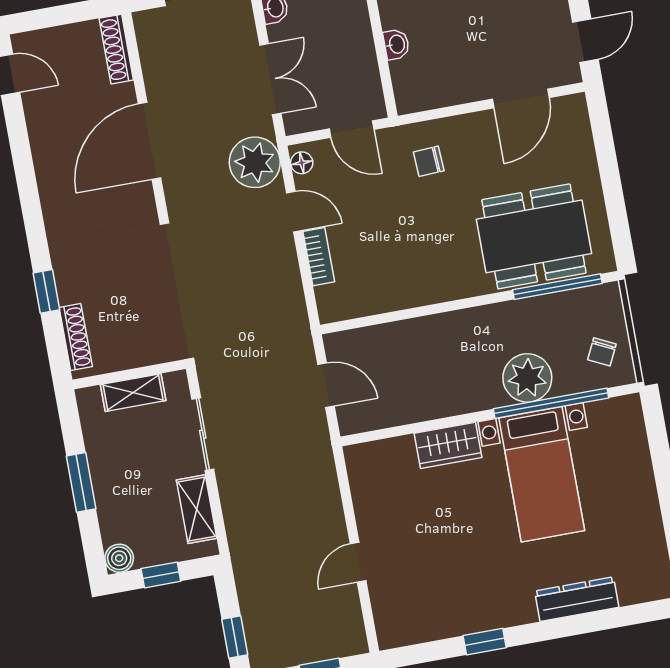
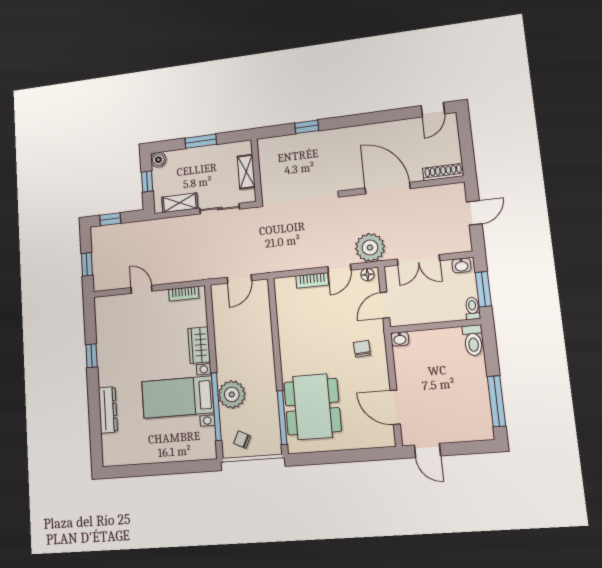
washbasin: (396, 44) -> (400, 339), moved
shoe rack: (76, 337) -> (280, 142), removed
bookcase: (360, 483) -> (184, 294), added

